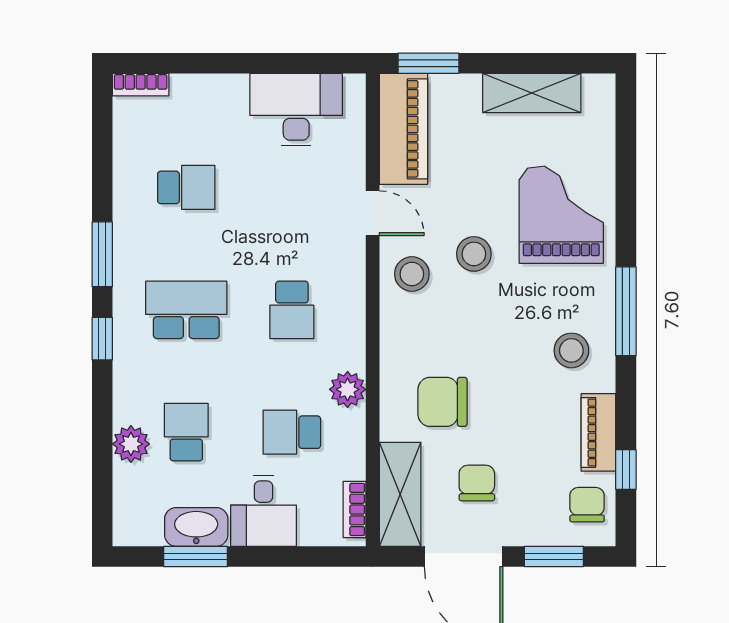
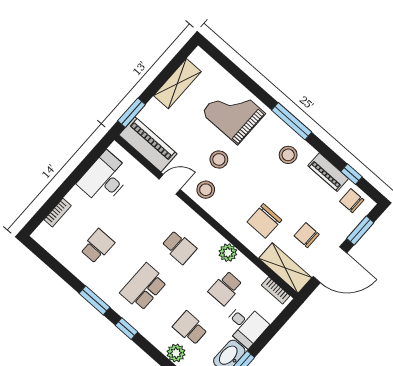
bookcase: (141, 85) -> (58, 213), moved

